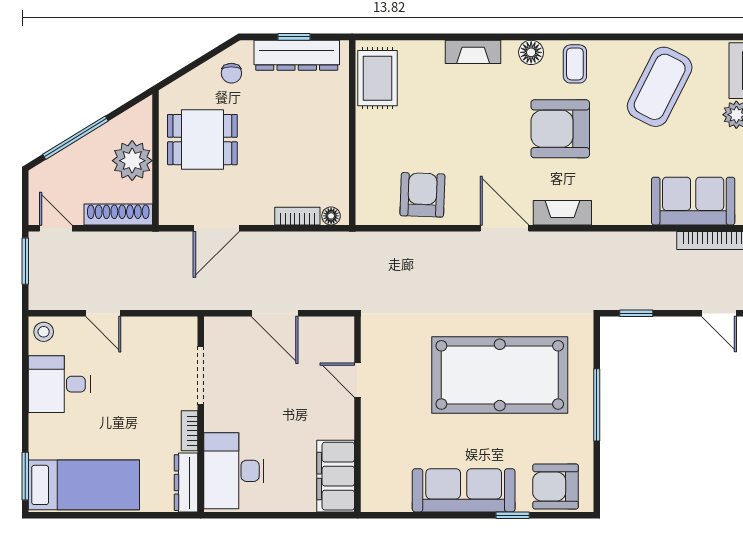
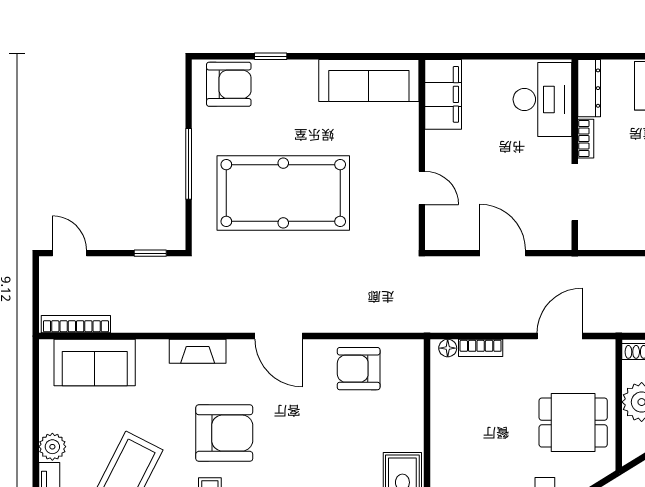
armchair: (422, 195) -> (359, 369), turned 88
fireplace: (562, 213) -> (198, 351), moved
sofa: (464, 490) -> (369, 80), moved

